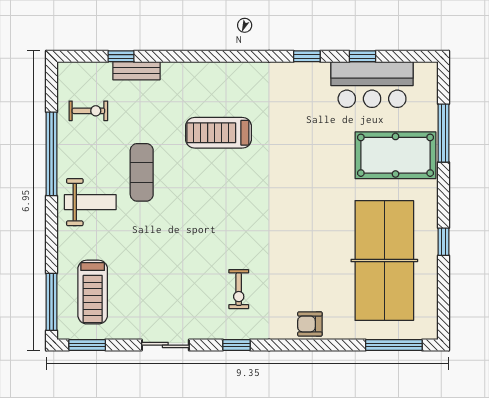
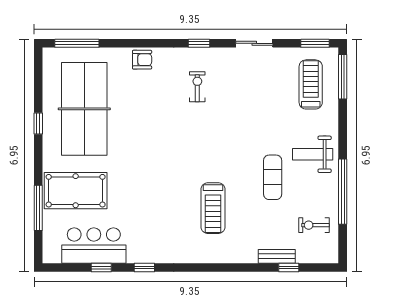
treadmill: (218, 133) -> (213, 208), turned 90

